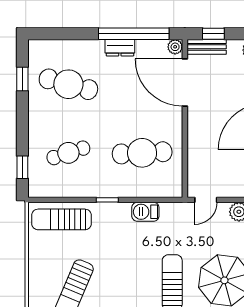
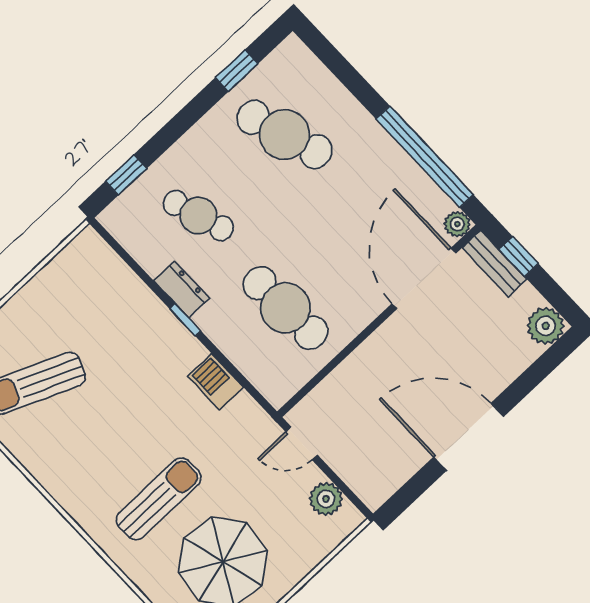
dresser: (120, 48) -> (182, 289), moved, turned 180
cafe table: (68, 84) -> (284, 135), turned -33
sun lounger: (62, 219) -> (107, 286), removed

